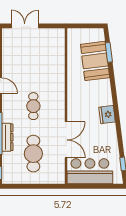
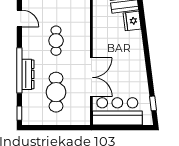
fridge: (107, 115) -> (132, 21), moved

